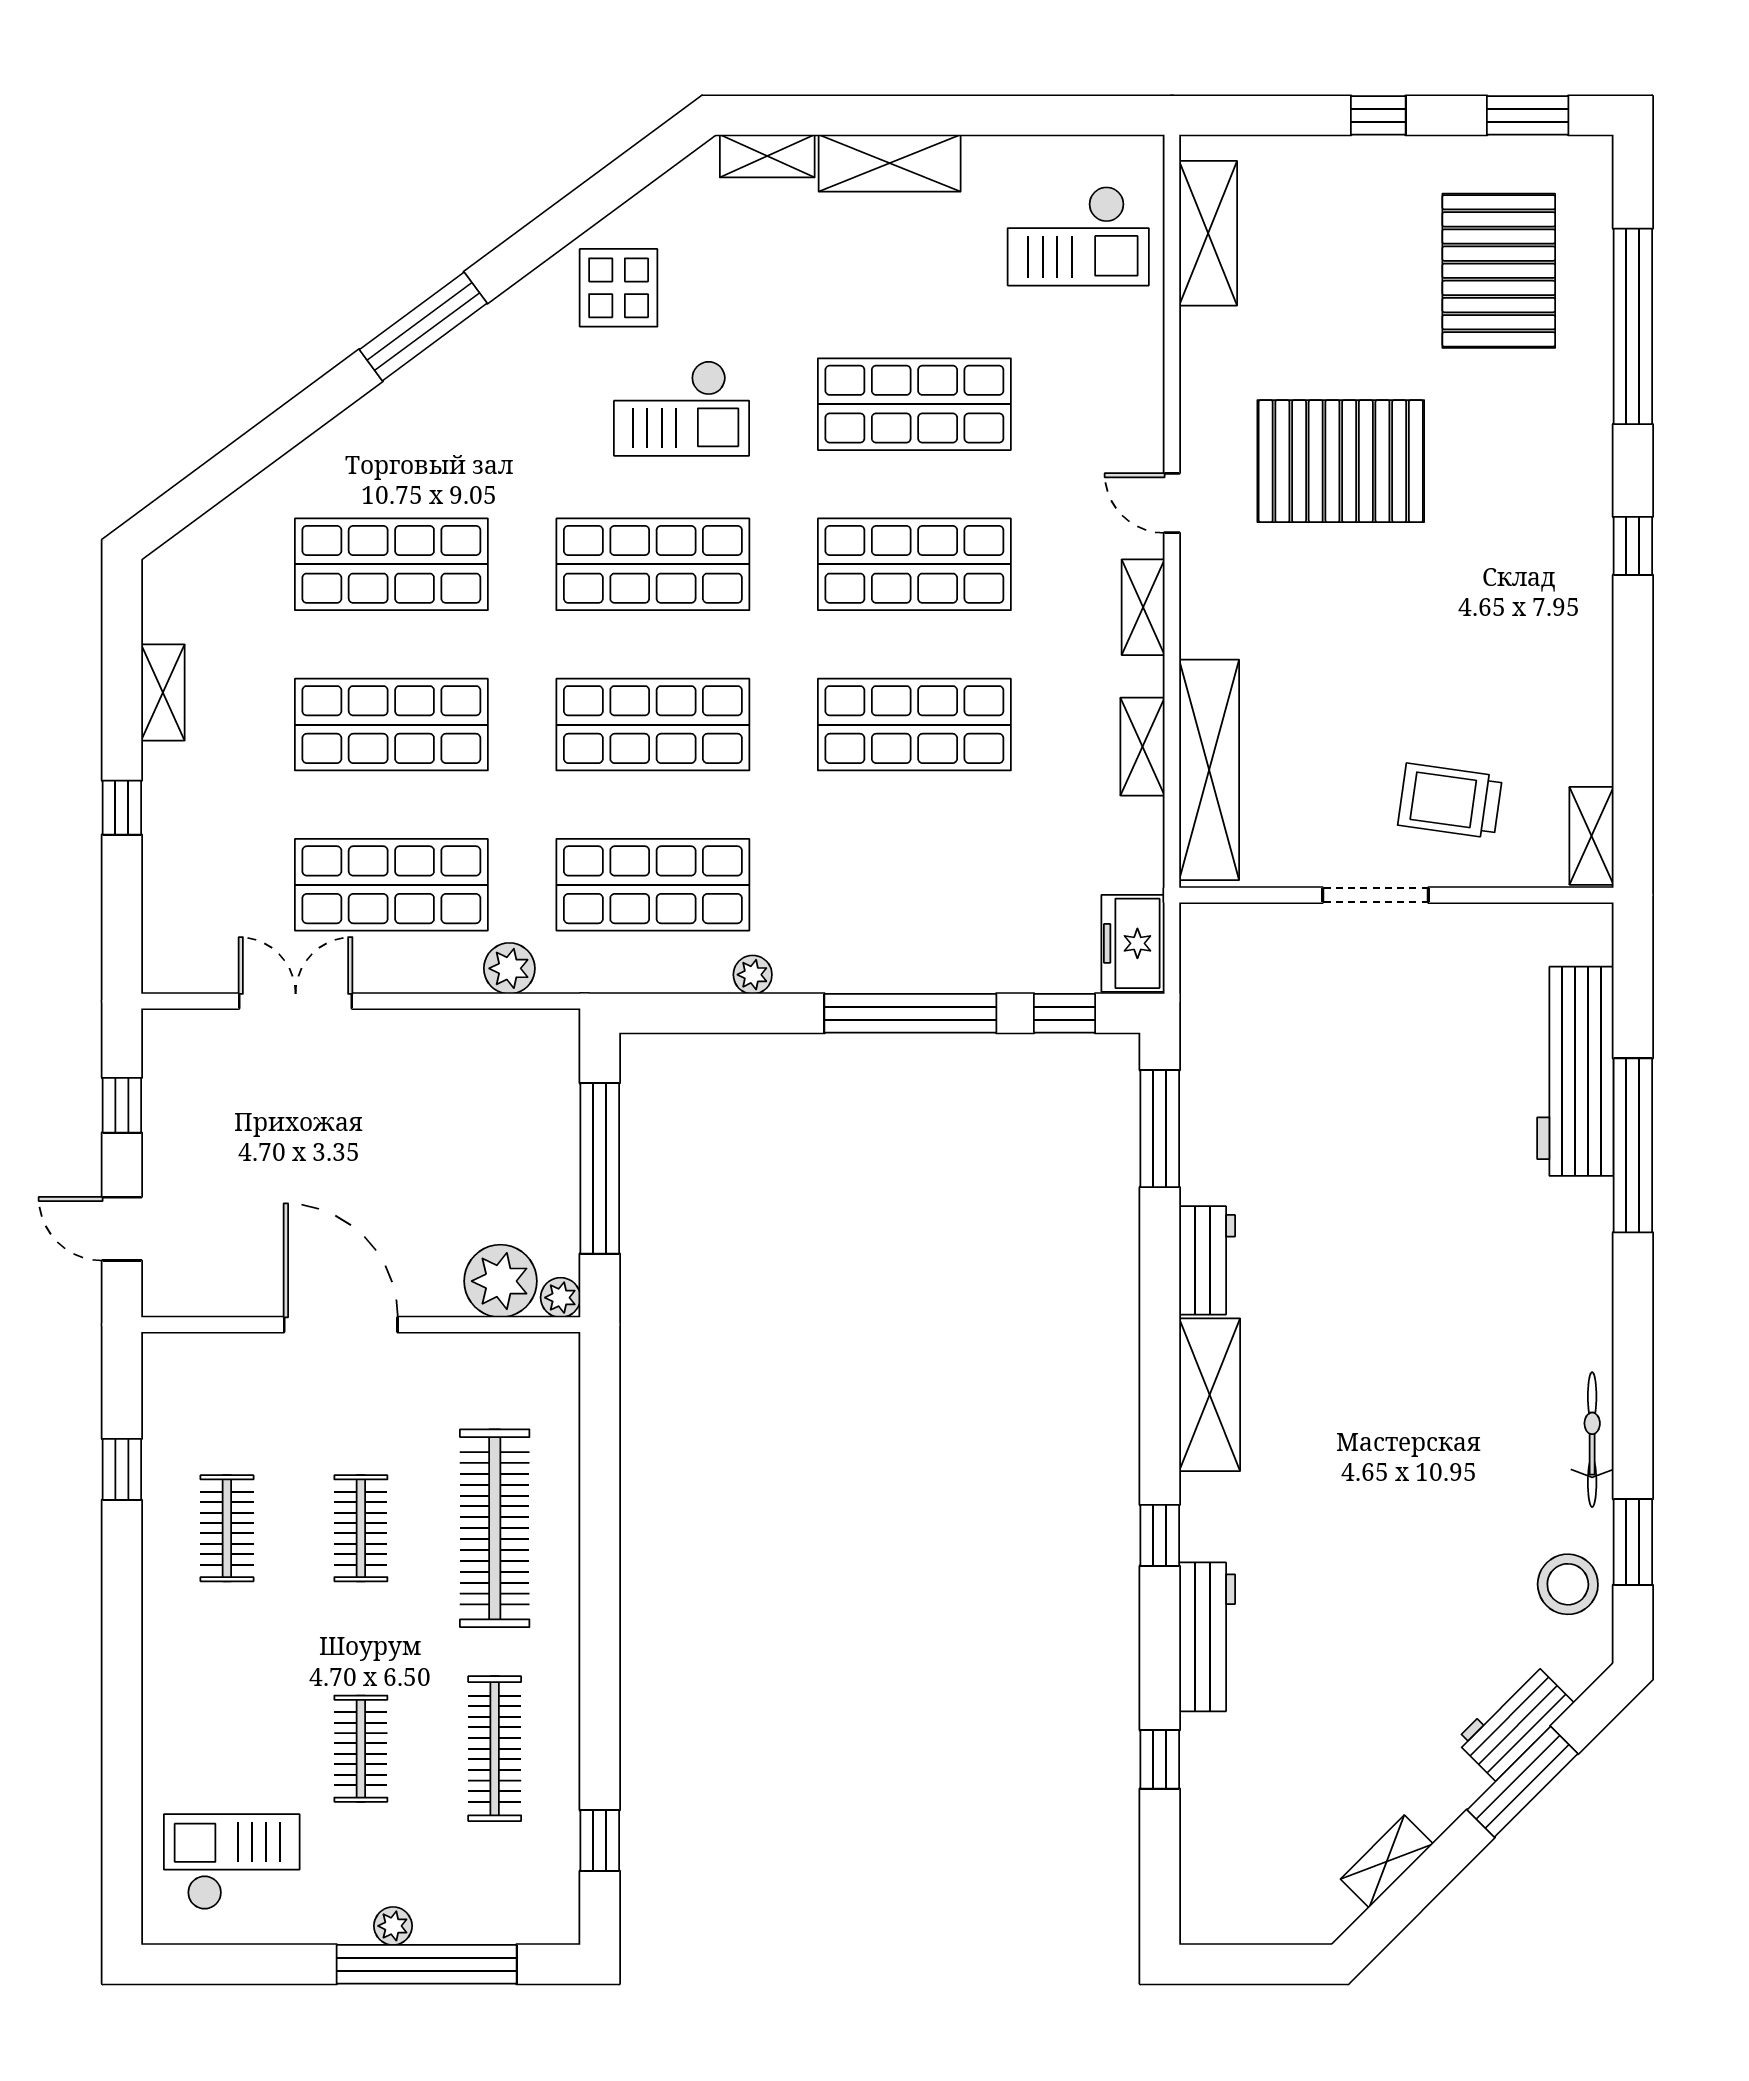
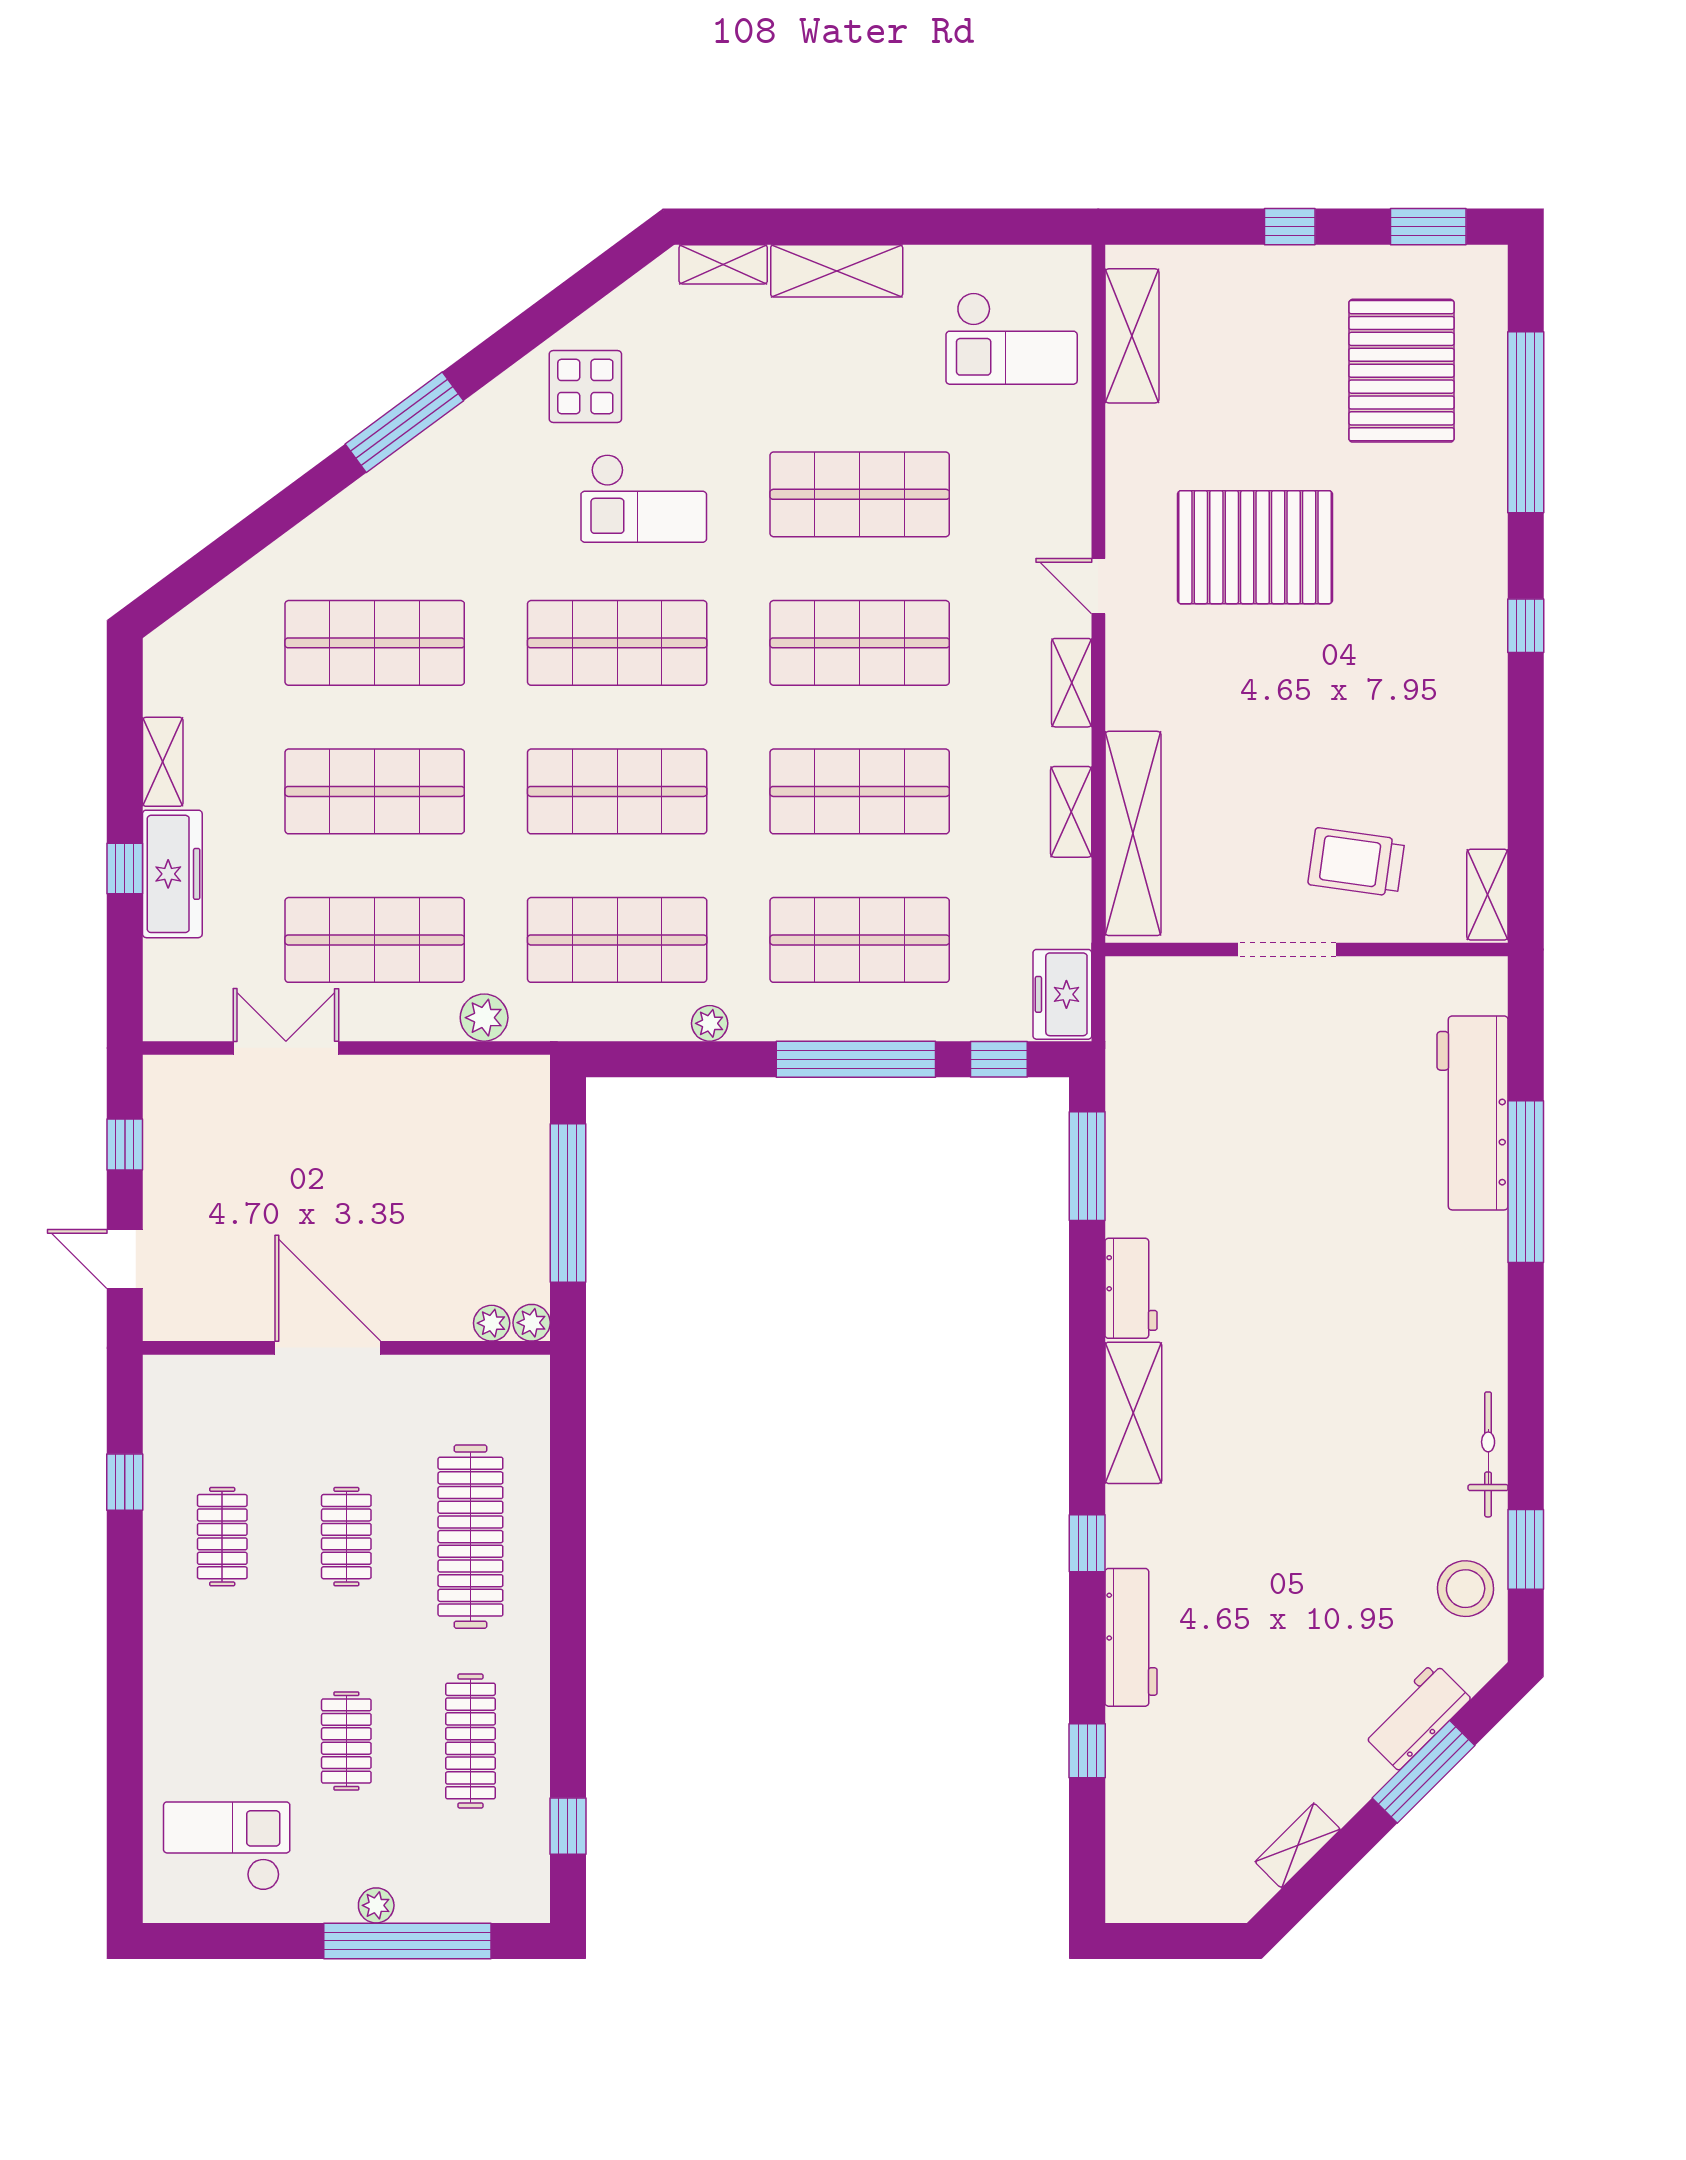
freezer: (173, 813) -> (172, 874), added
shop shelf: (914, 885) -> (860, 940), added
plant: (500, 1281) -> (492, 1323), width x0.53, depth x0.53

